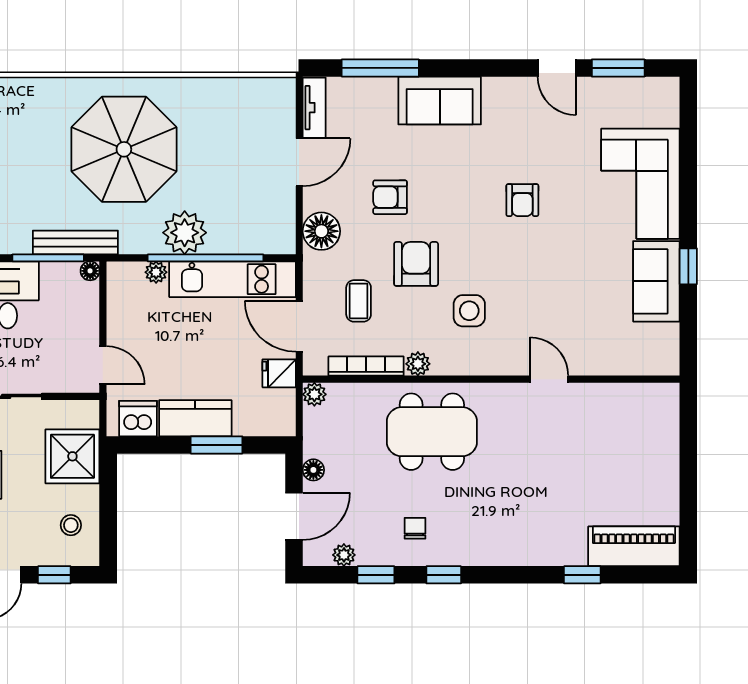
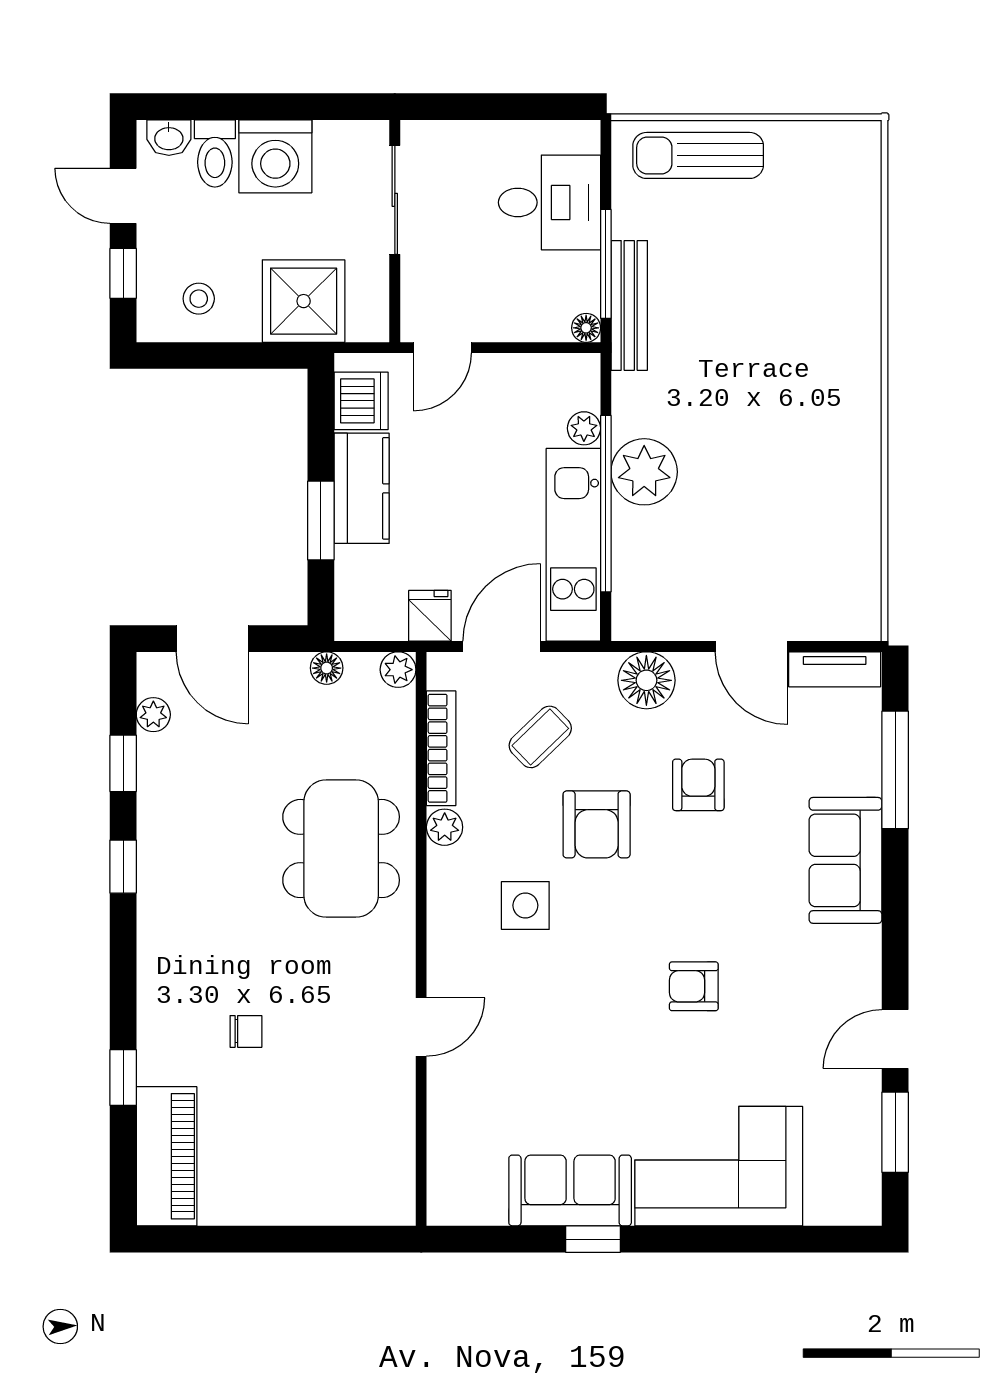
parasol: (124, 149) -> (771, 379), removed
armchair: (416, 264) -> (597, 824), turned 90
coffee table: (359, 301) -> (540, 737), turned -44
floor lamp: (313, 470) -> (327, 668), moved
chair: (415, 528) -> (246, 1031), moved

